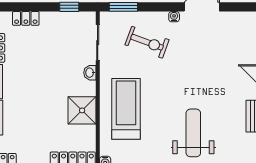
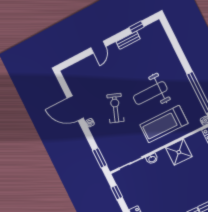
exercise bike: (147, 42) -> (115, 108), moved
weight bench: (193, 133) -> (150, 93), moved

